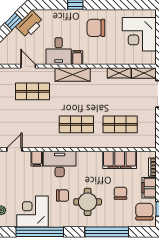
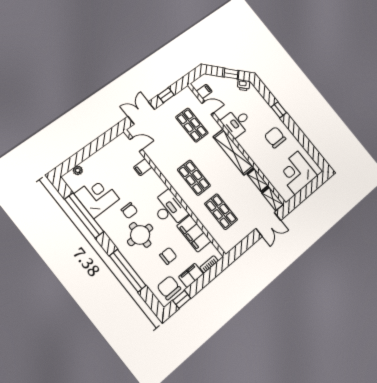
printer: (30, 24) -> (244, 85), width x0.53, depth x0.68
filing cabinet: (77, 58) -> (204, 91), moved
door: (28, 66) -> (208, 108), hinge flipped
shelving: (73, 74) -> (233, 152), width x1.47
desk: (60, 164) -> (169, 209), moved
chair: (144, 212) -> (169, 288), turned -90

